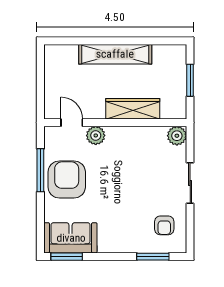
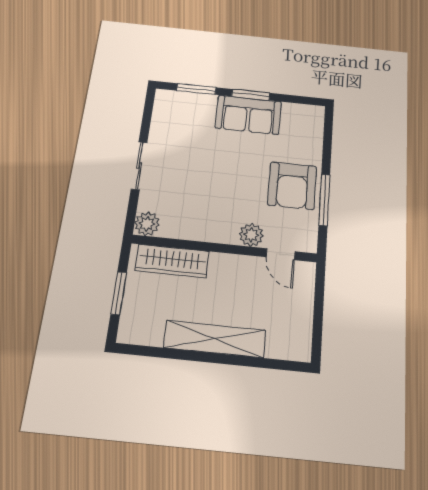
wardrobe: (133, 109) -> (172, 261), moved
armchair: (164, 225) -> (178, 121), removed
sofa: (71, 238) -> (248, 115), moved
window: (67, 257) -> (251, 95), moved

